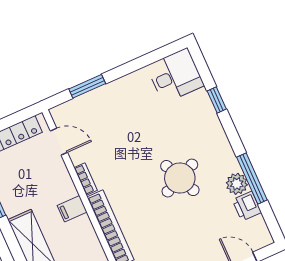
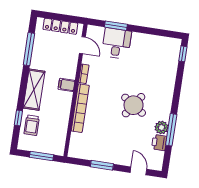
desk: (175, 76) -> (117, 43), moved, turned -90
window: (217, 100) -> (183, 54), moved
round table: (180, 178) -> (134, 105), turned -32

